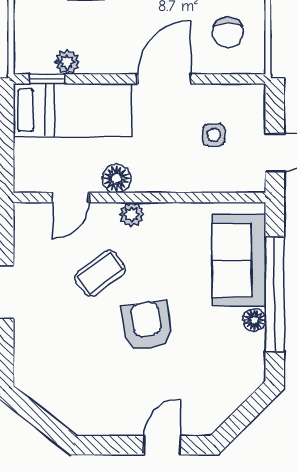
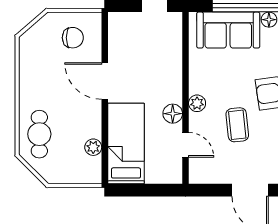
window: (47, 79) -> (105, 161), removed
side table: (214, 135) -> (143, 47), removed
coffee table: (100, 273) -> (237, 125), turned 31

